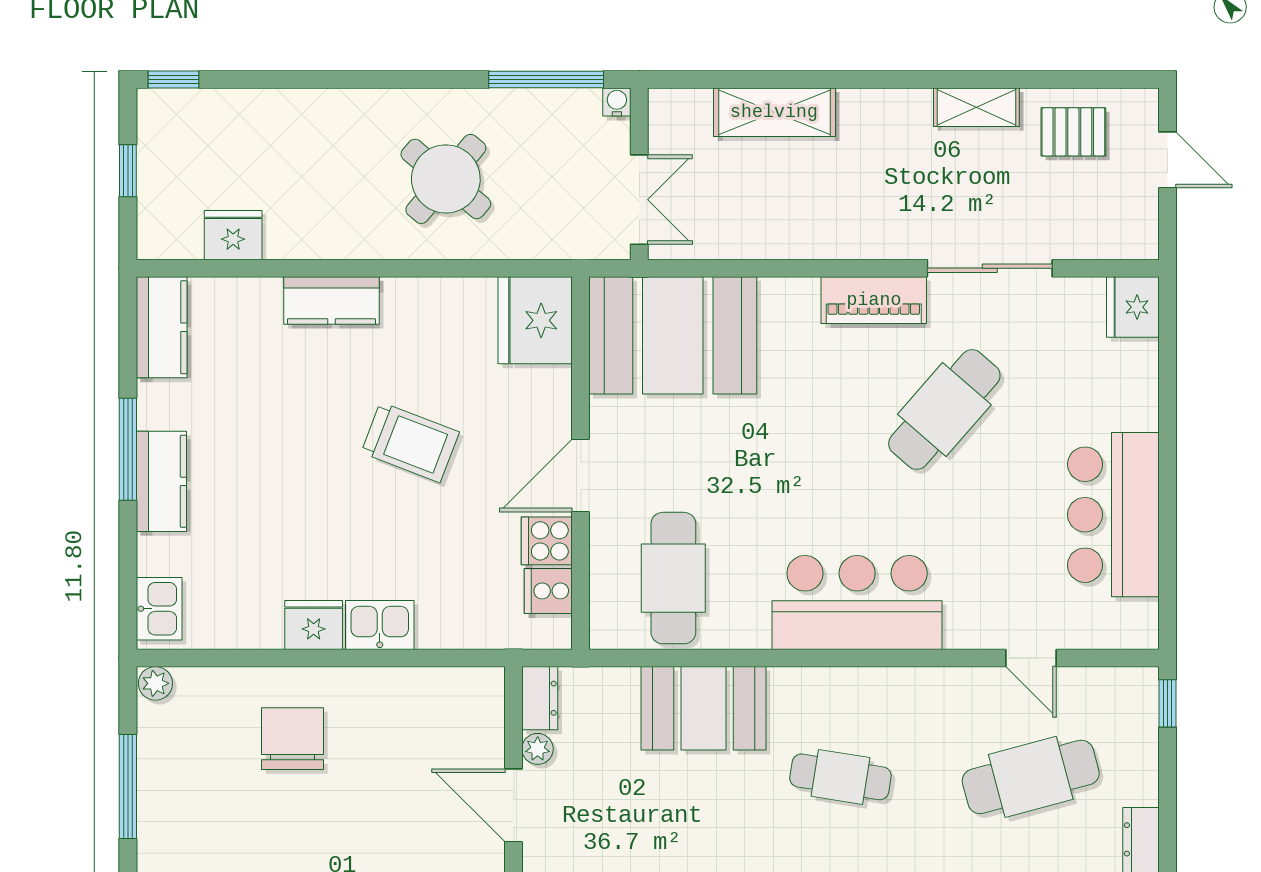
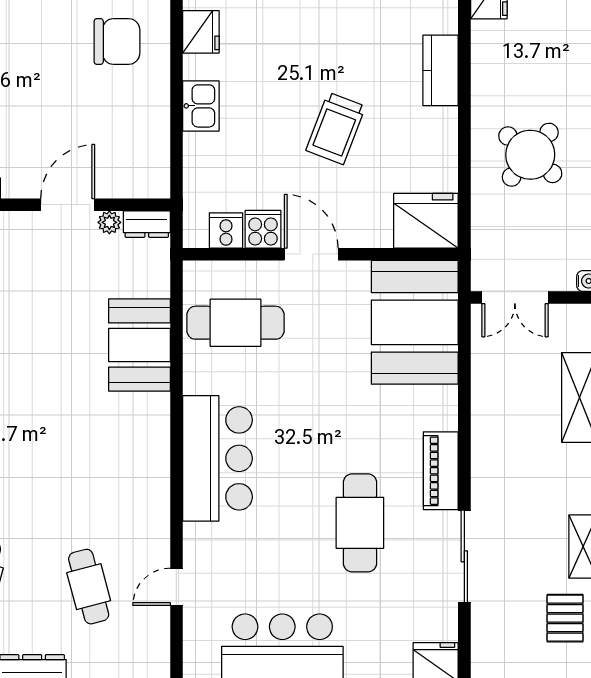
cafe table: (944, 410) -> (360, 523), turned 49
fridge: (314, 625) -> (201, 32), moved
cafe table: (840, 777) -> (89, 446), removed
cafe table: (1031, 777) -> (89, 587), width x0.73, depth x0.74

